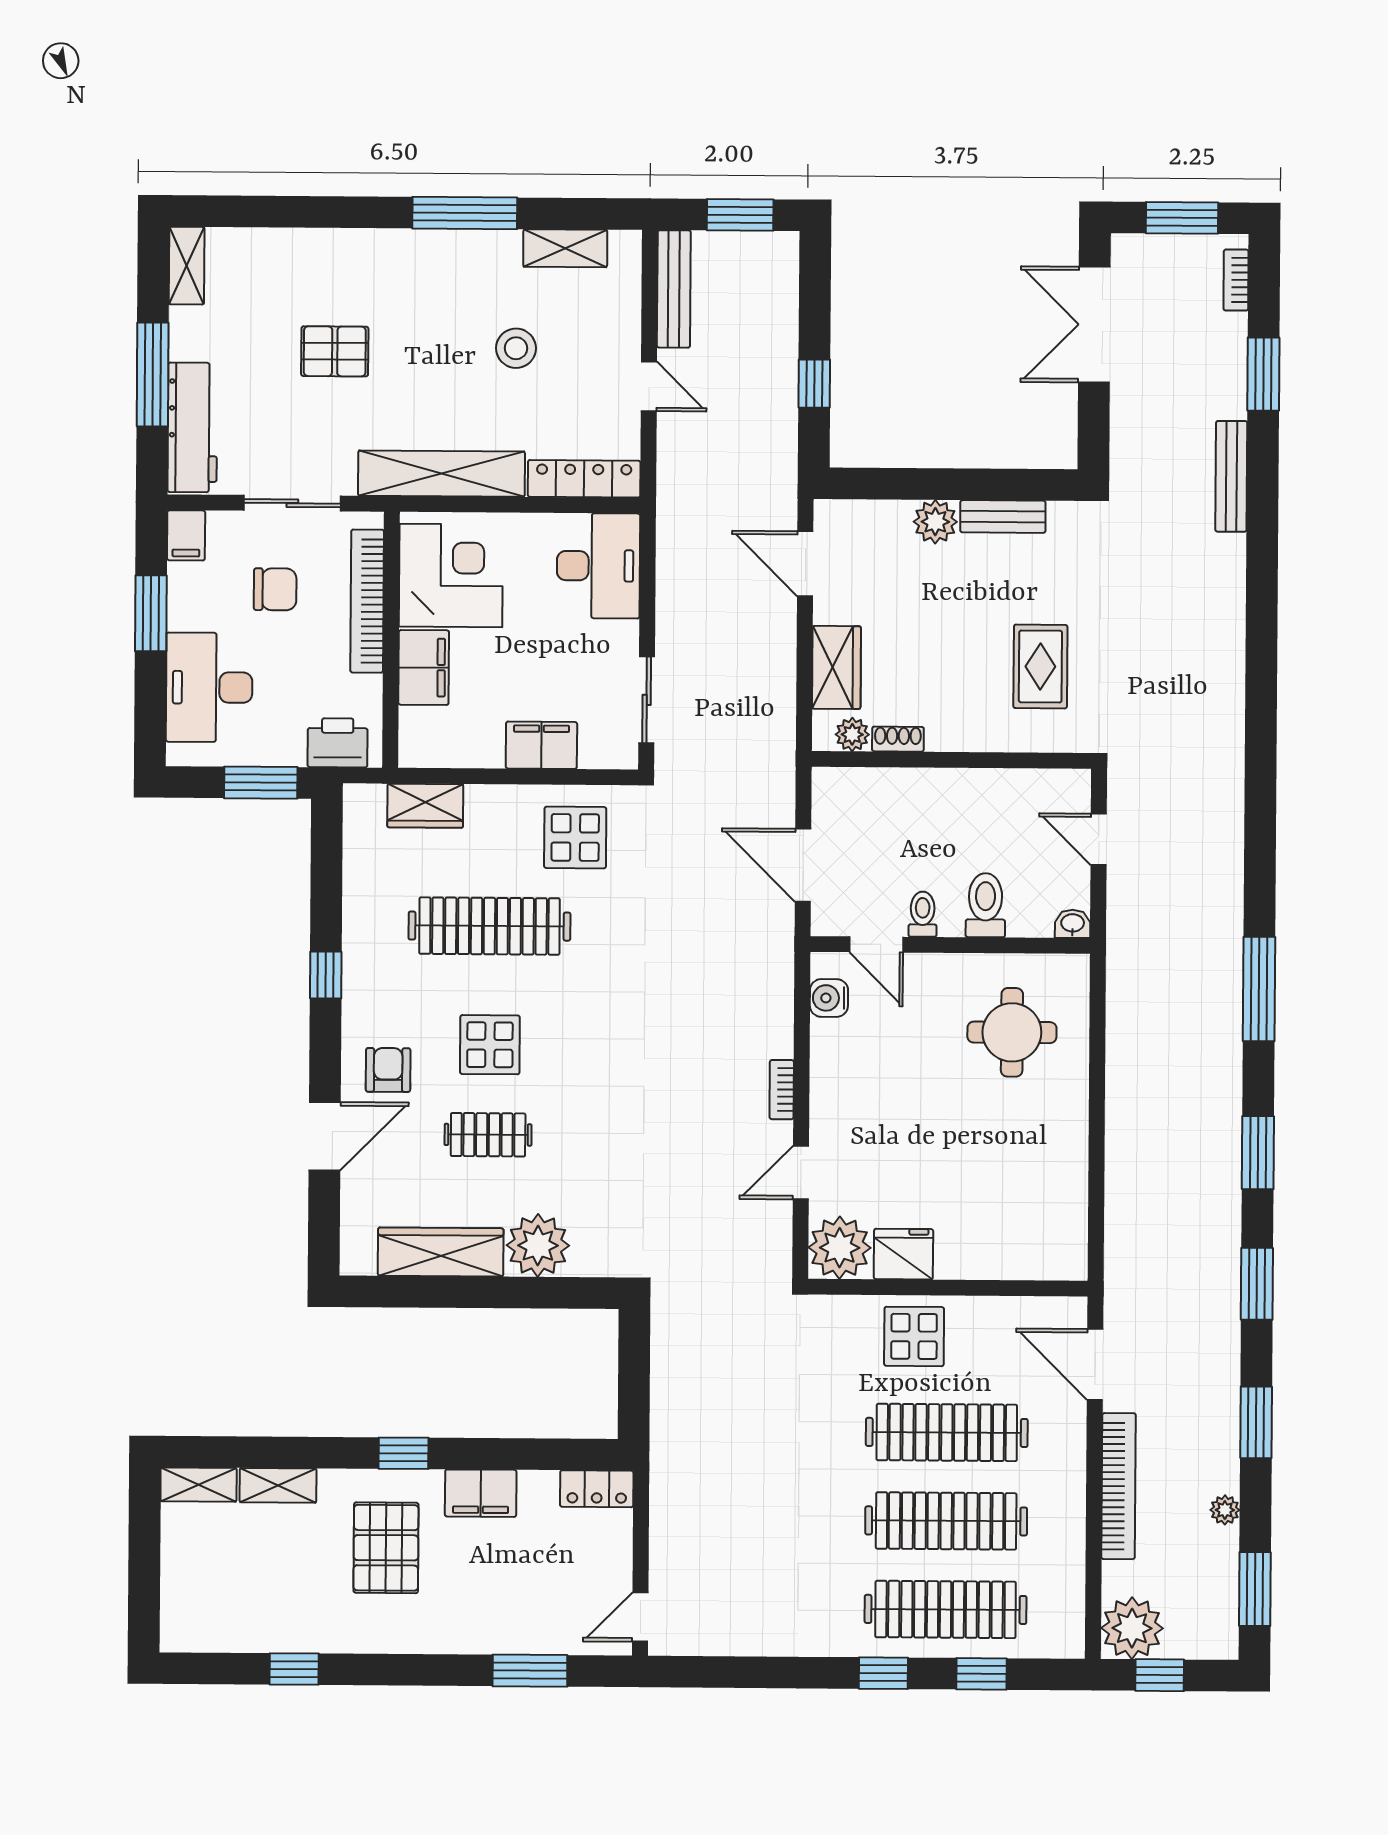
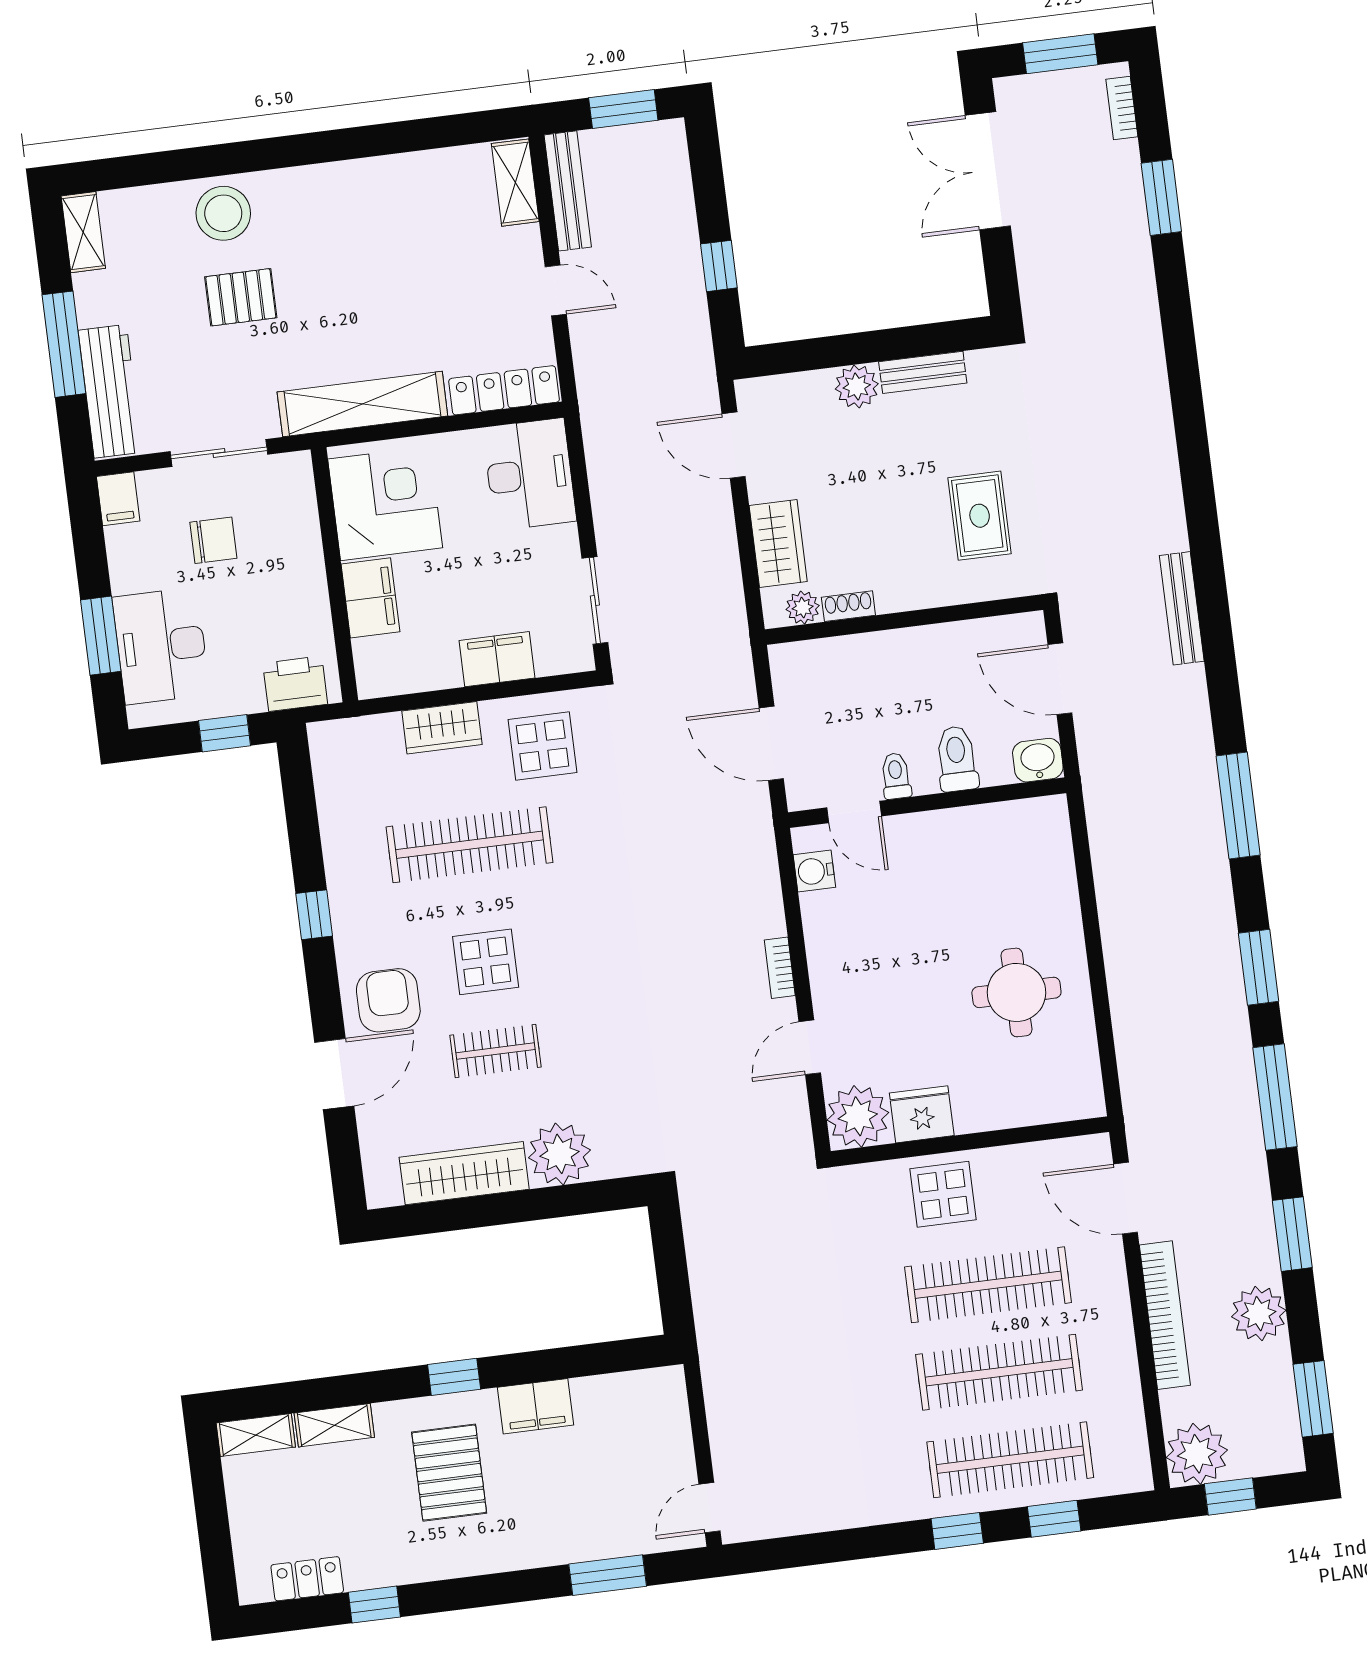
window: (465, 213) -> (351, 143), removed
shelving: (565, 248) -> (515, 183), moved, turned 90
stool: (516, 348) -> (223, 213), moved, width x1.38, depth x1.38
bench: (1231, 476) -> (1182, 608), moved
bookcase: (367, 601) -> (306, 540), removed
window: (151, 613) -> (101, 636), moved
window: (261, 783) -> (225, 733), width x0.67
wardrobe: (425, 806) -> (442, 728), moved
door: (1099, 839) -> (1060, 679), width x1.38
washbasin: (1073, 924) -> (1038, 760), width x1.38, depth x1.45
round table: (1012, 1032) -> (1016, 992), moved
armchair: (388, 1070) -> (388, 1000), width x1.38, depth x1.38
window: (1257, 1284) -> (1275, 1097), width x1.44
locker: (597, 1489) -> (307, 1579), moved, turned 180
plant: (1225, 1510) -> (1259, 1314), width x1.88, depth x1.88

